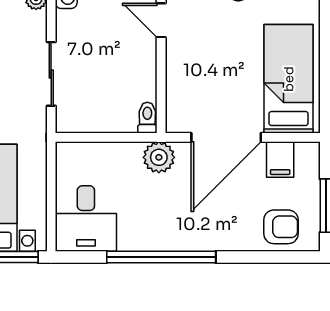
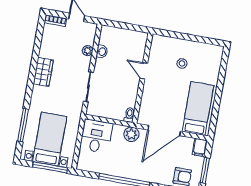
filing cabinet: (280, 160) -> (200, 147), moved
desk: (86, 219) -> (96, 136), moved, turned 180

